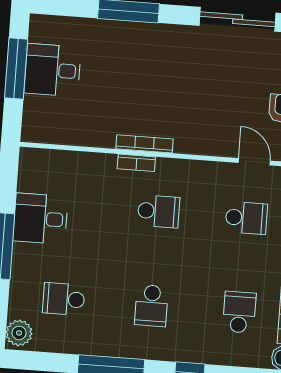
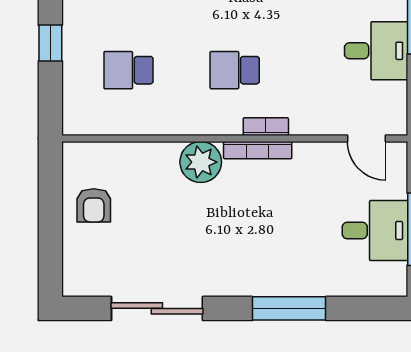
plant: (192, 138) -> (201, 162), added
door: (254, 162) -> (366, 138), moved

